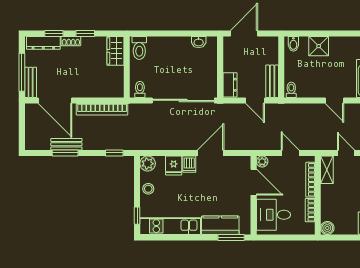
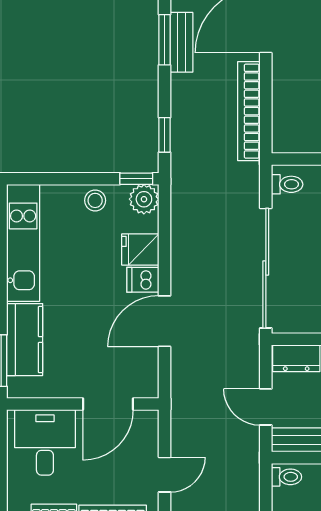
door: (255, 100) -> (266, 407), hinge flipped
door: (211, 153) -> (164, 321), swing flipped
plant: (262, 162) -> (148, 421), removed
window: (137, 216) -> (136, 179), moved

